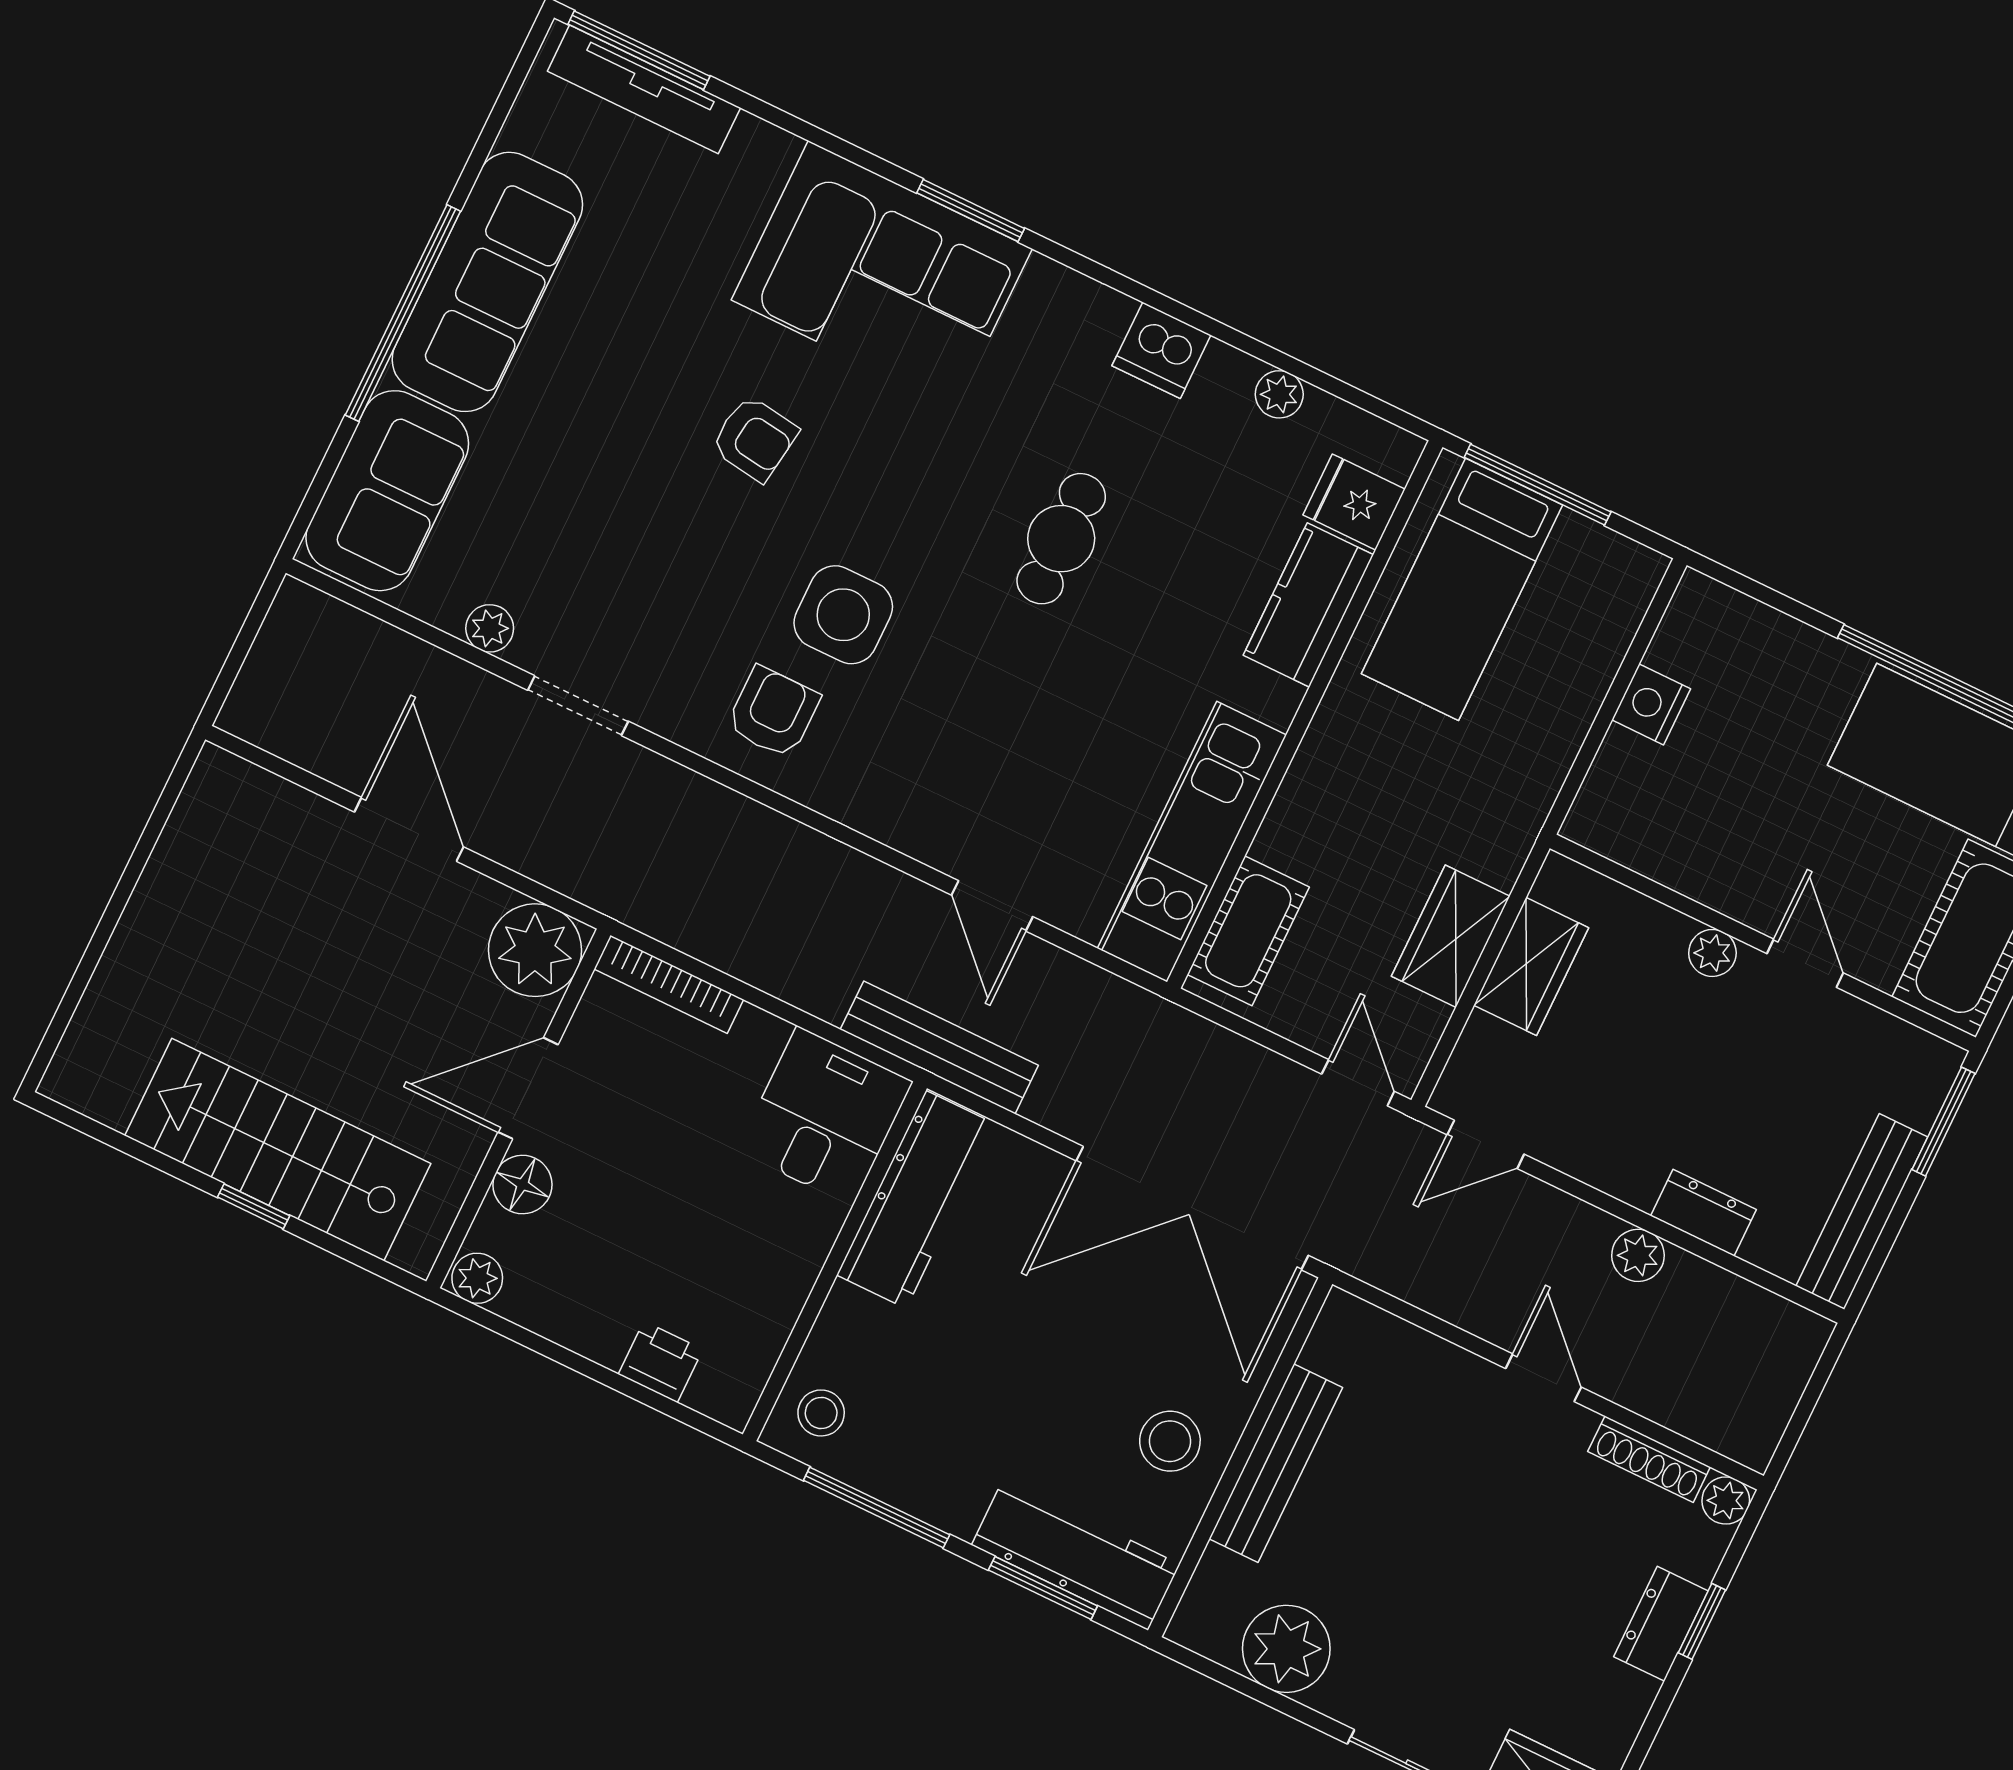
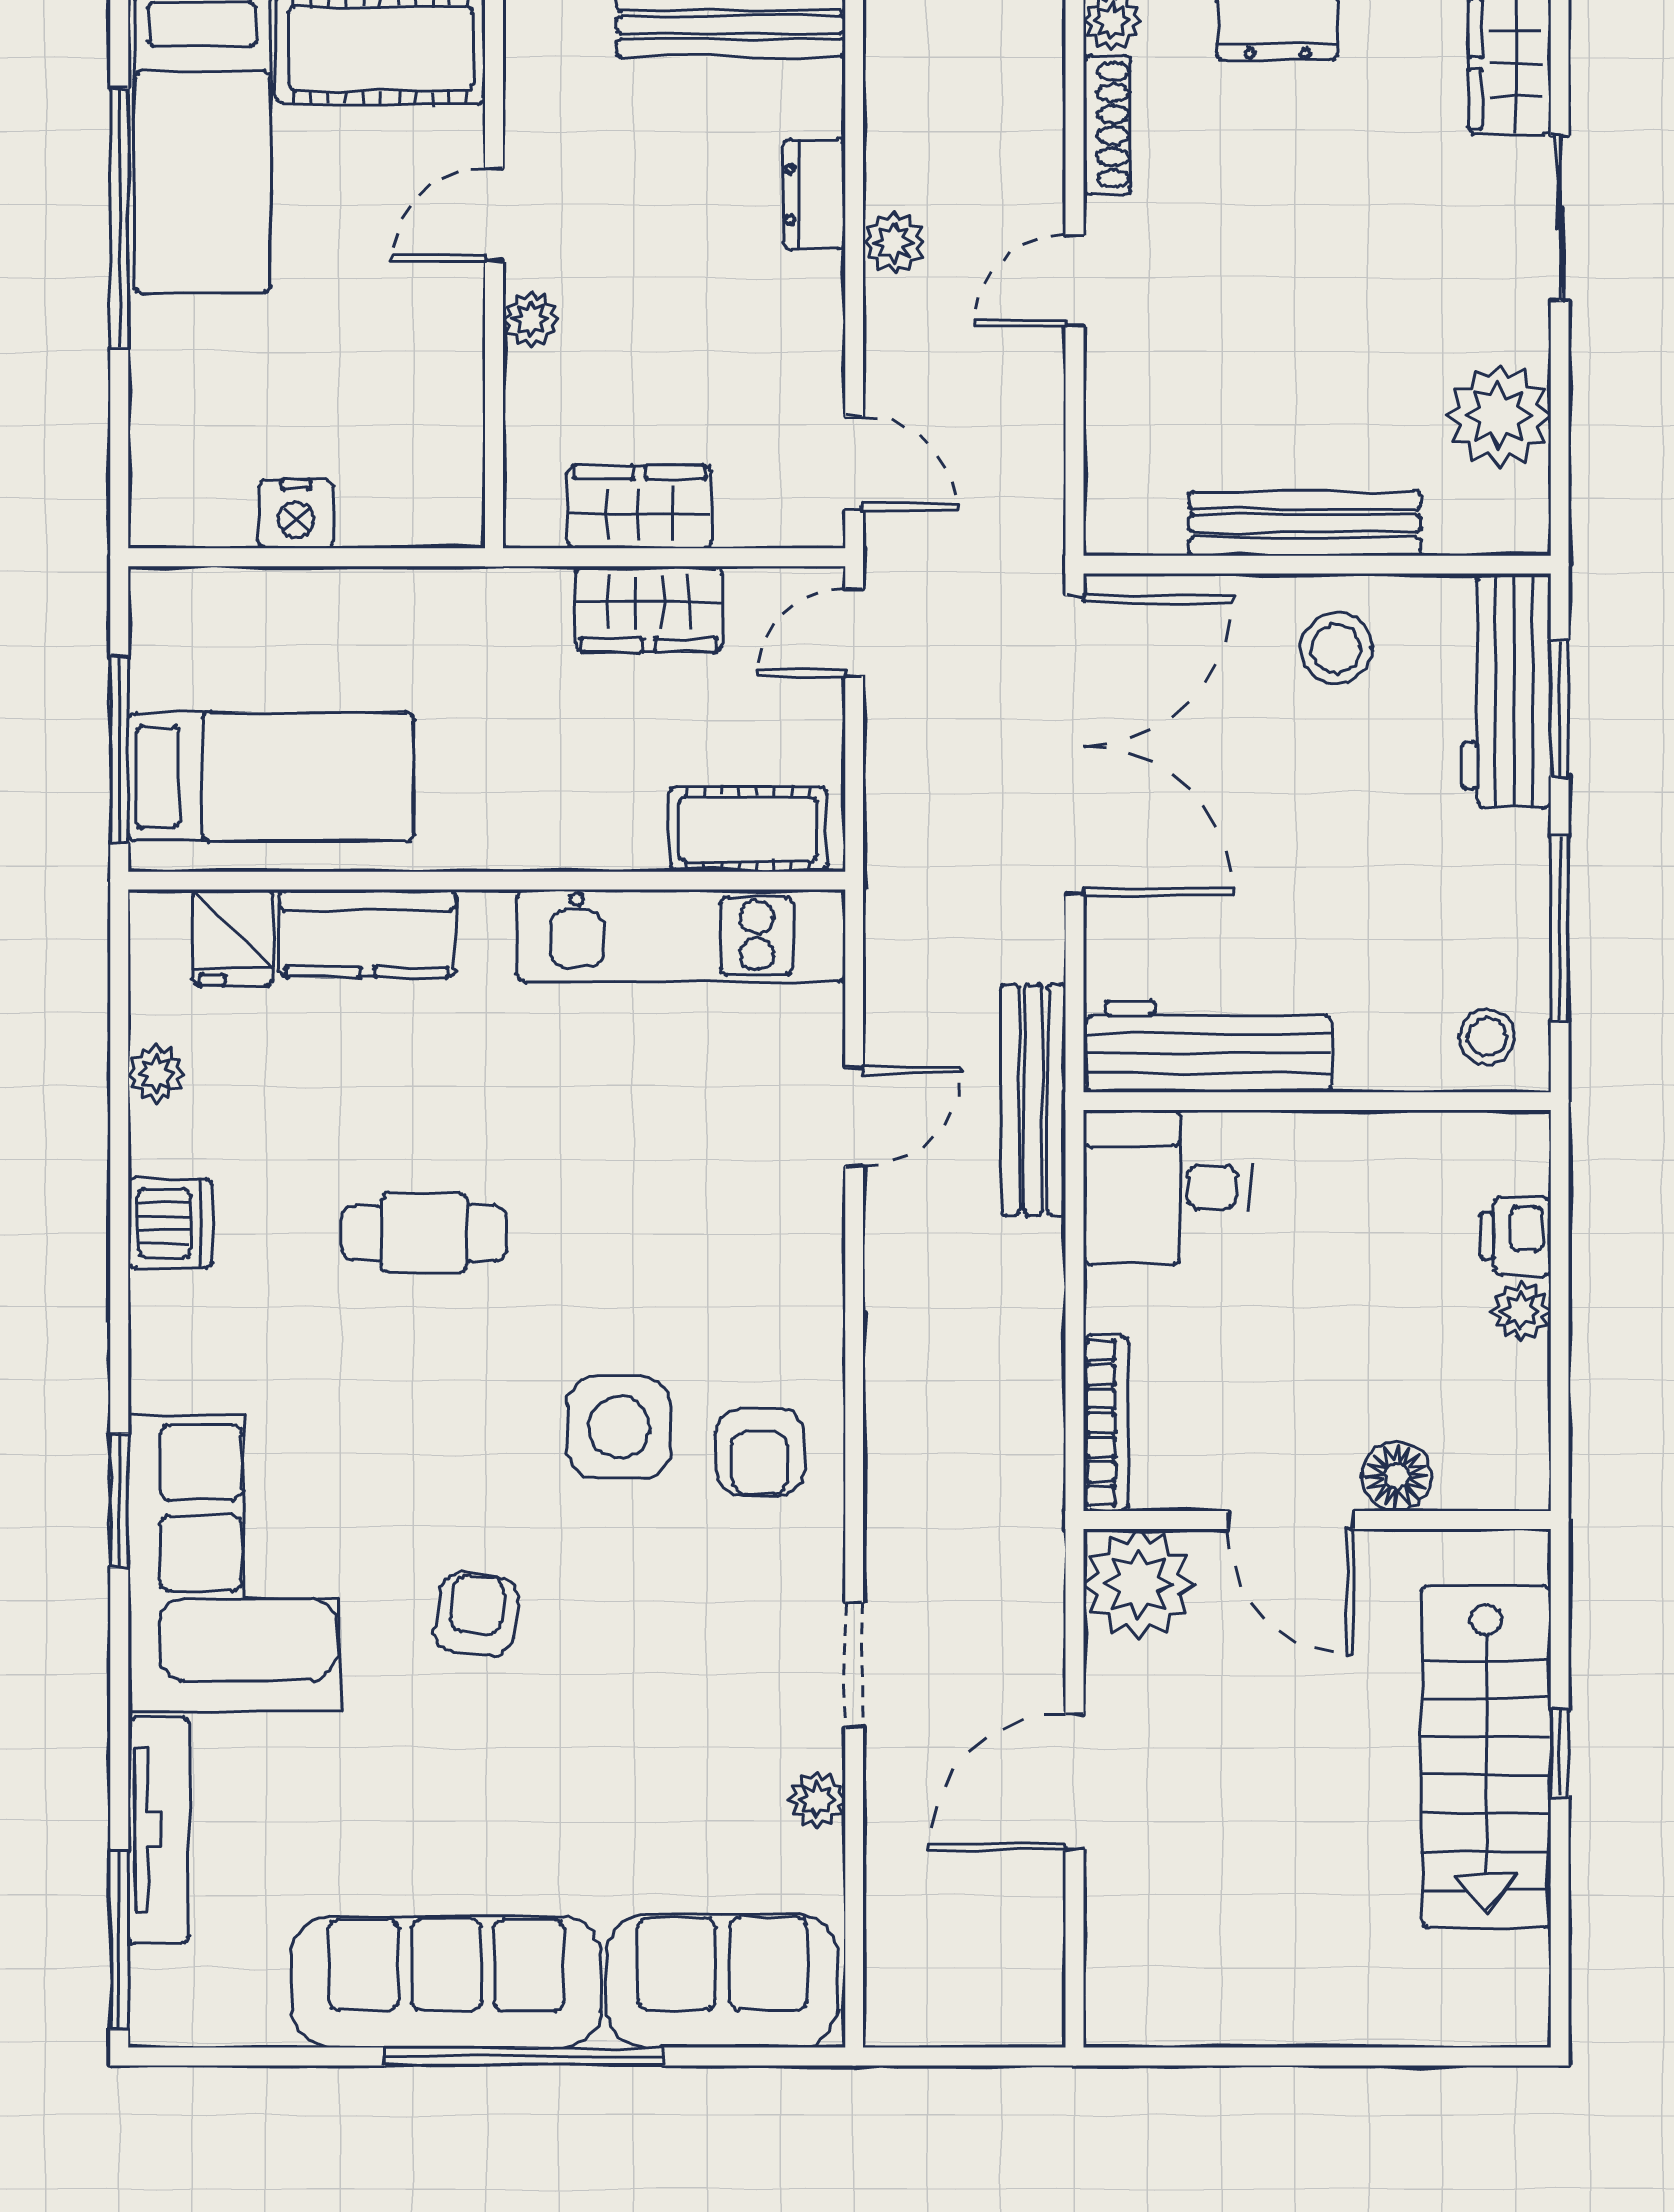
tv unit: (644, 89) -> (159, 1830), moved
armchair: (773, 712) -> (760, 1452), turned -90
plant: (477, 1278) -> (1521, 1311), moved

